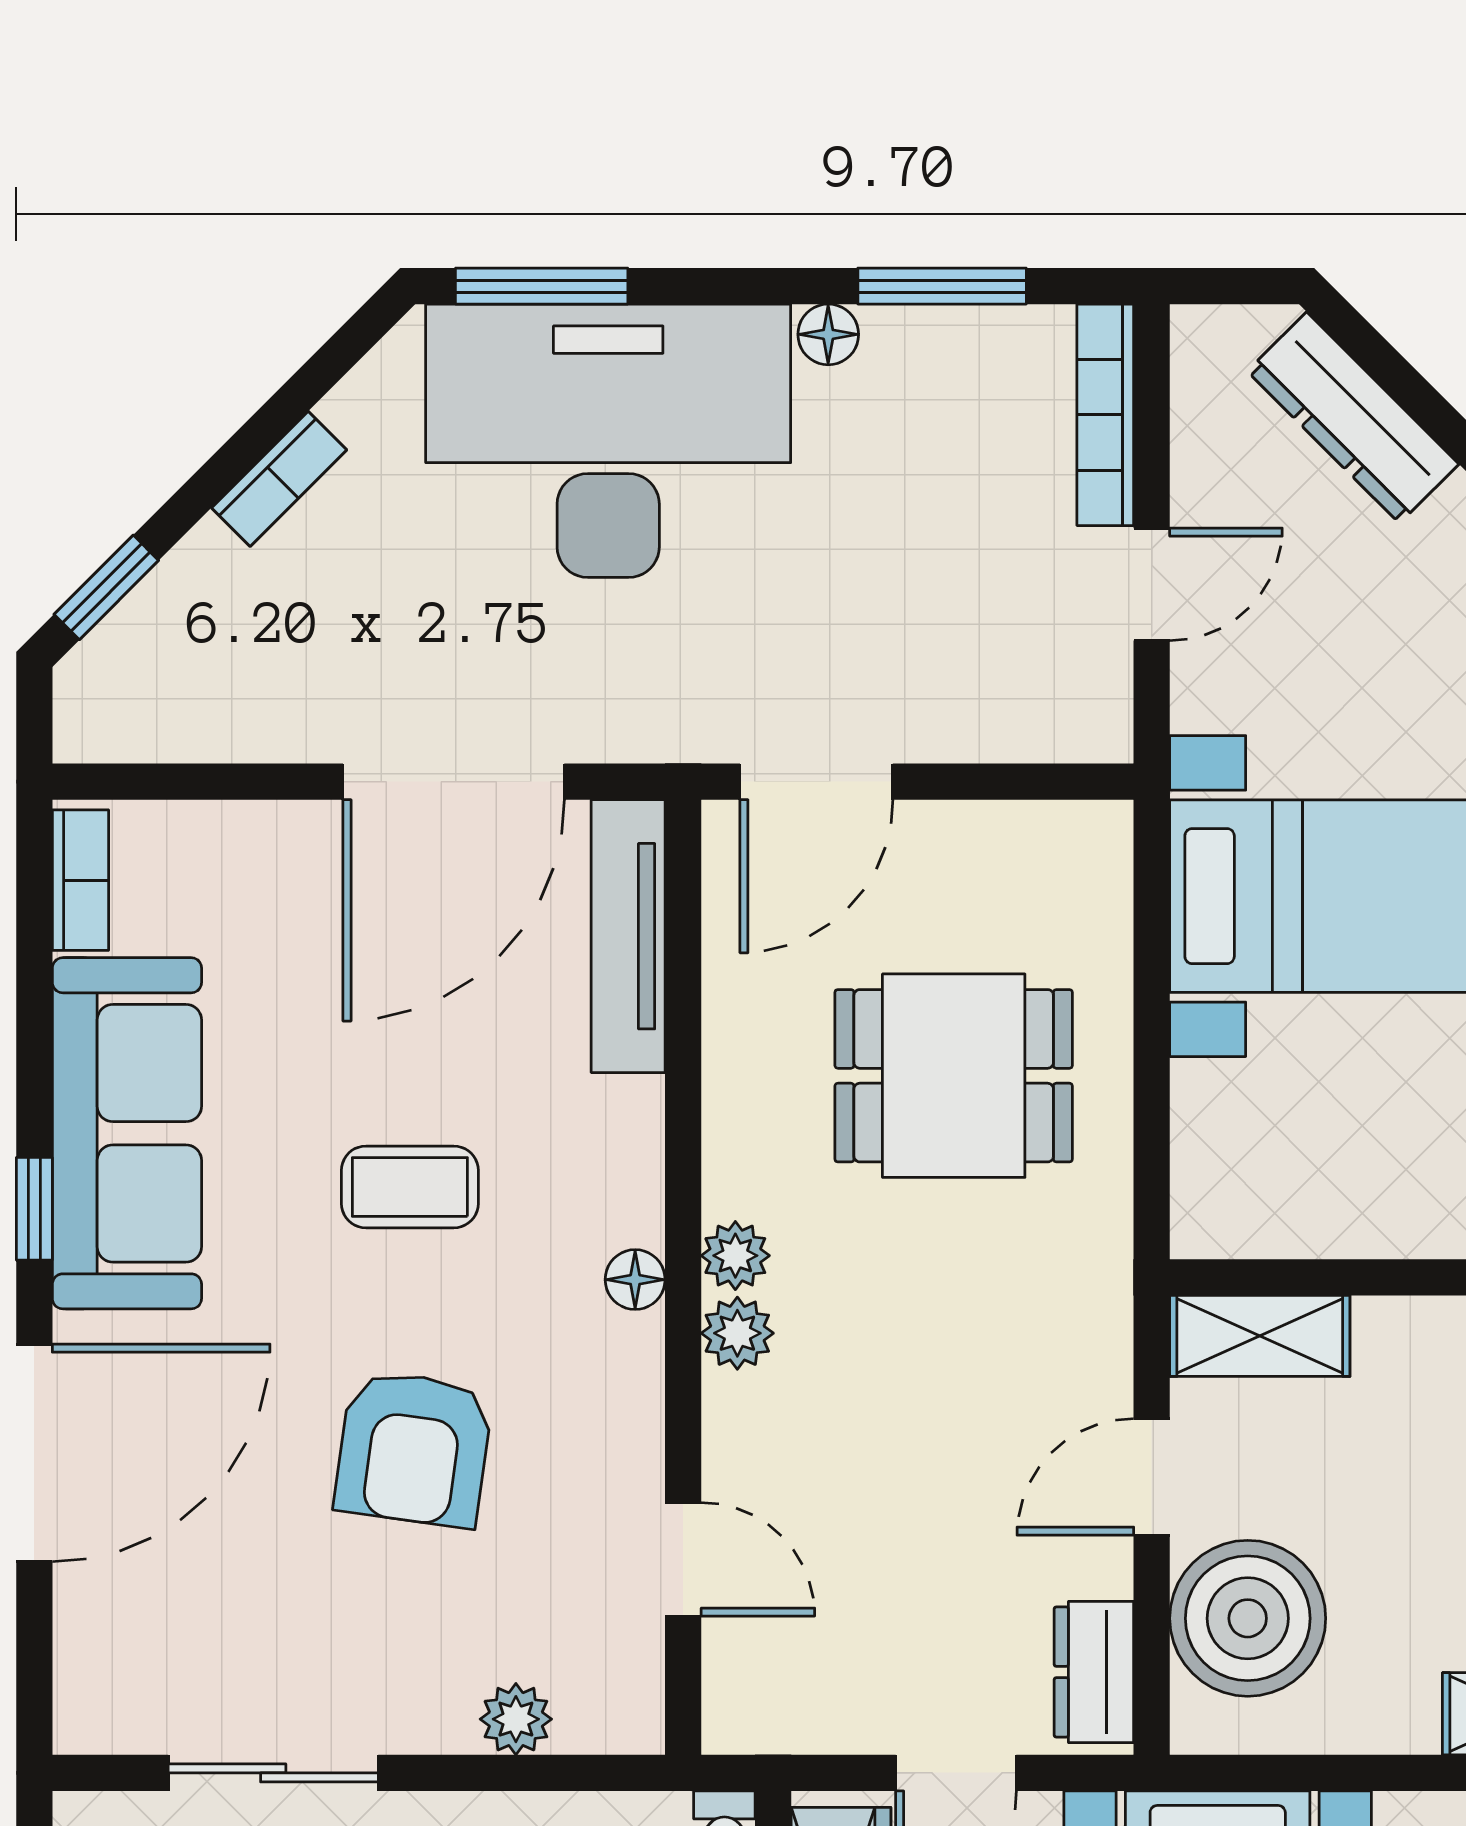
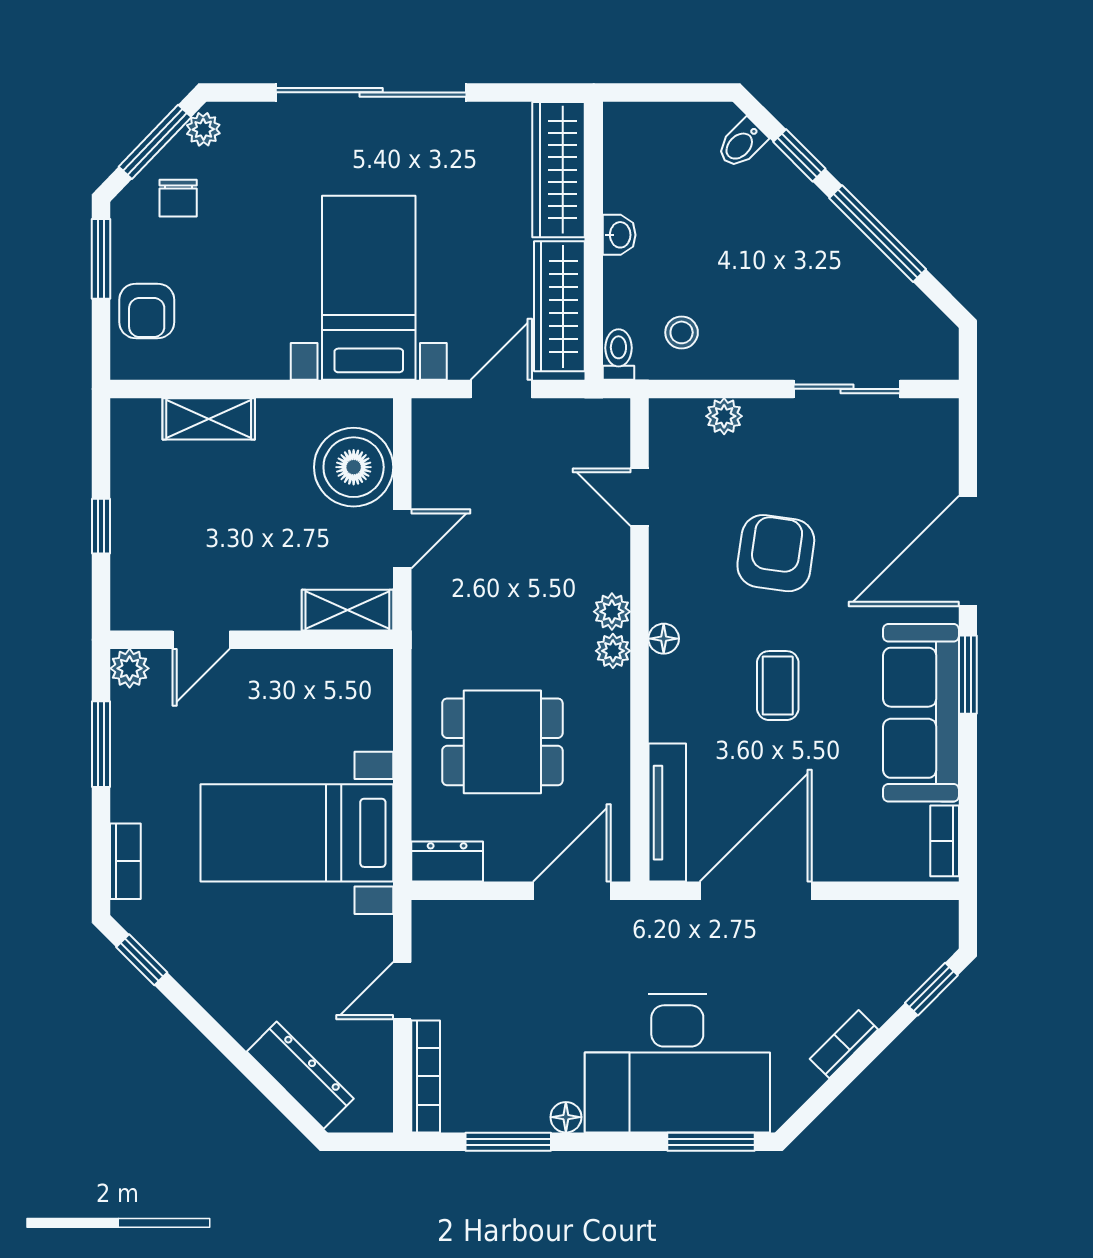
coffee table: (410, 1187) -> (778, 686), turned 90
window: (34, 1209) -> (968, 675), width x1.50
dresser: (1094, 1672) -> (447, 861), moved, turned -90

